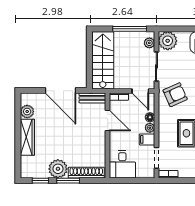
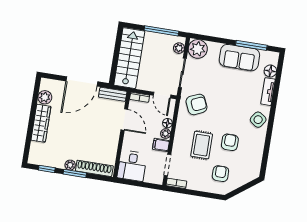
door: (61, 90) -> (82, 81), hinge flipped
plant: (58, 169) -> (70, 165), width x0.53, depth x0.53

